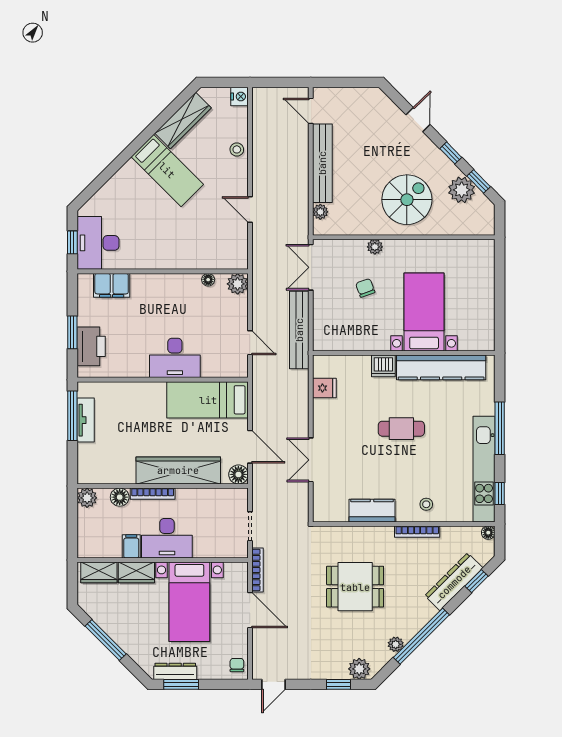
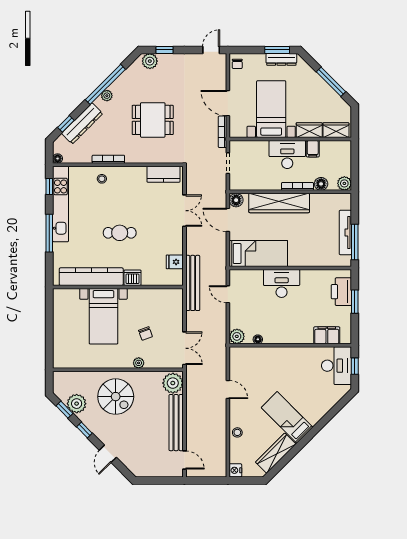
spiral stairs: (407, 200) -> (116, 397), turned -90
plant: (320, 212) -> (173, 383), width x1.88, depth x1.88
bench: (299, 330) -> (193, 283), moved
tv unit: (86, 420) -> (345, 233), width x1.41
kitchen counter: (372, 511) -> (163, 174), moved
plant: (396, 644) -> (107, 96), moved

